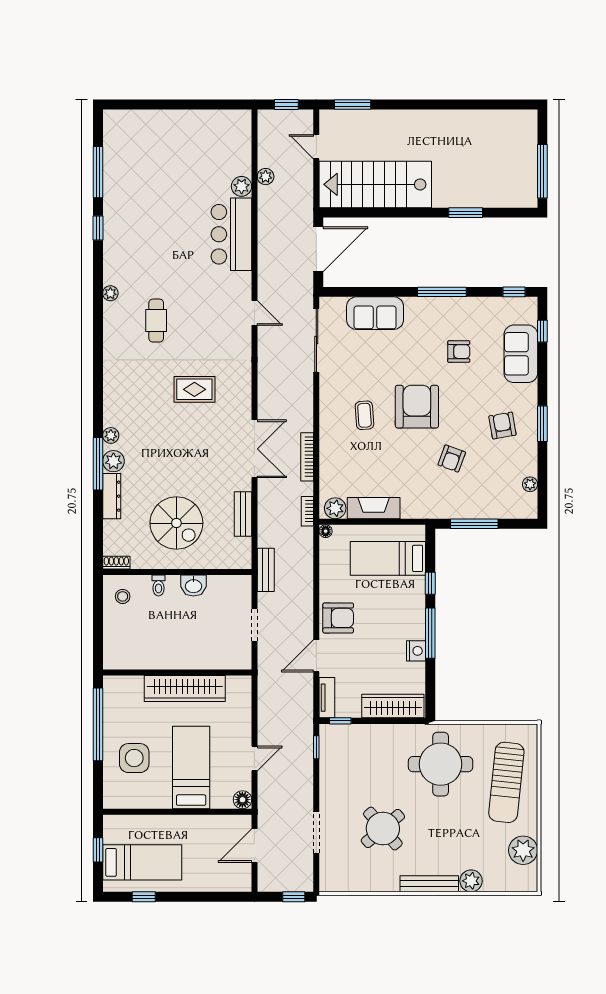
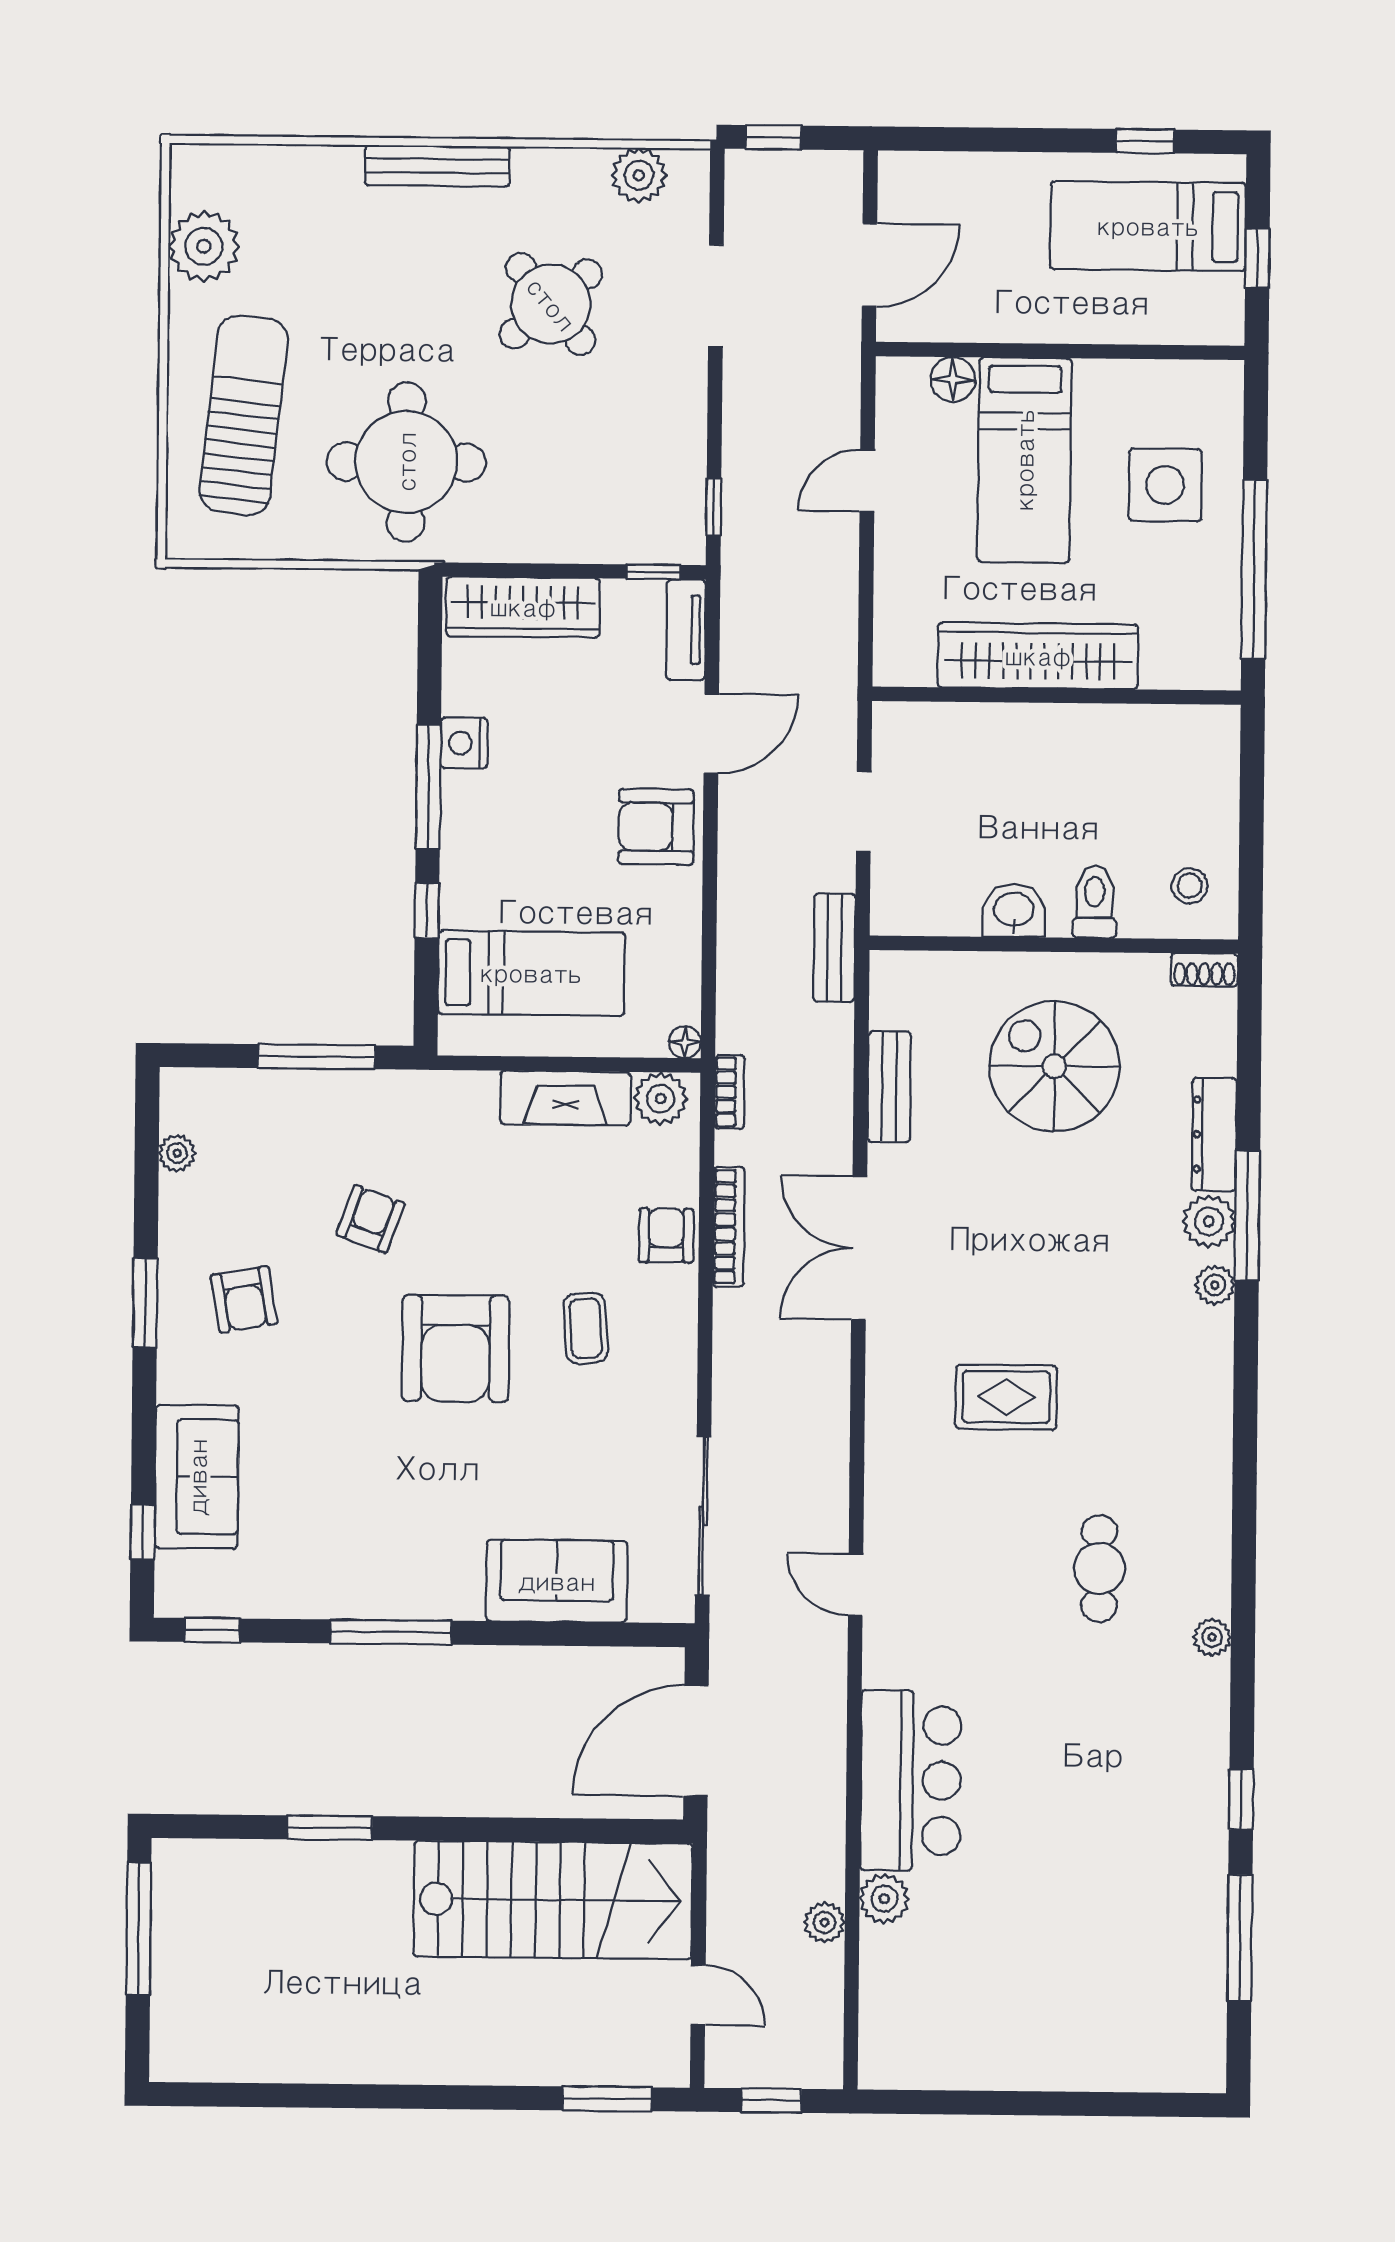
armchair: (459, 352) -> (666, 1235), moved, turned 90
toilet: (159, 585) -> (1095, 902), width x1.37, depth x1.39
floor lamp: (242, 800) -> (953, 379), moved
plant: (471, 881) -> (639, 175), moved

